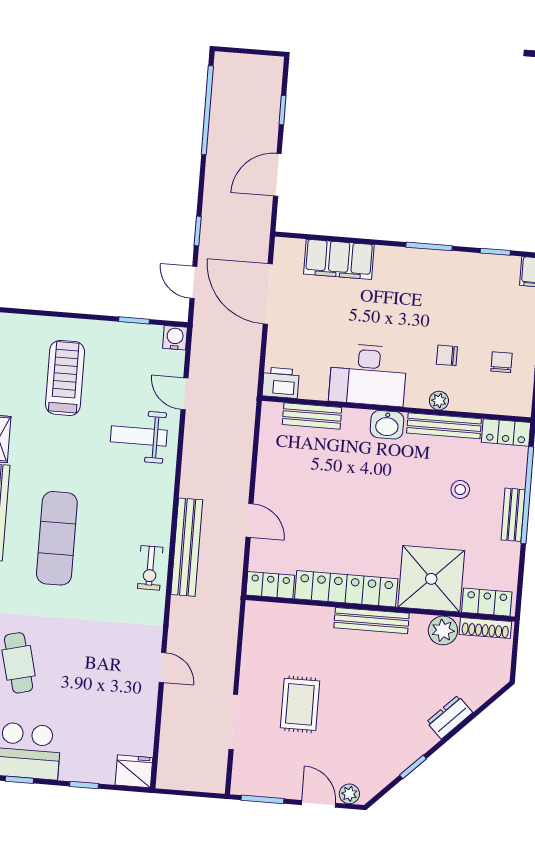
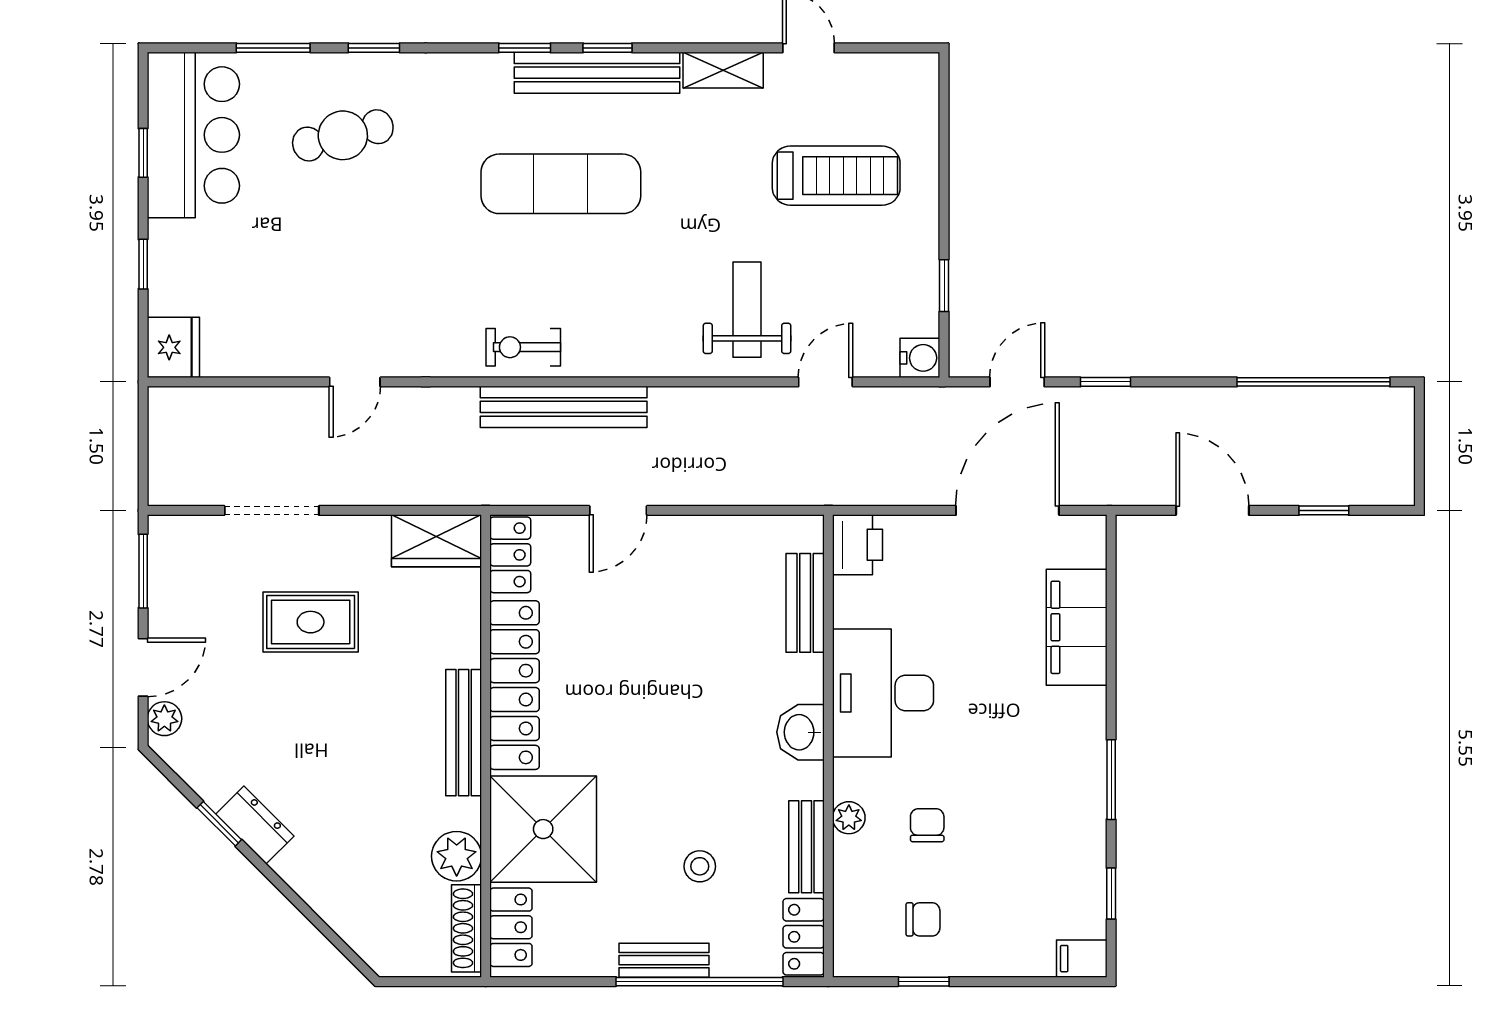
bench: (444, 426) -> (806, 847), width x0.73
wardrobe: (259, 627) -> (437, 541), added
dresser: (450, 717) -> (255, 825), moved

